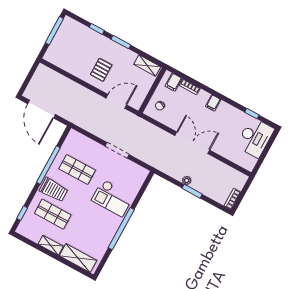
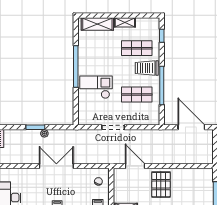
pallet: (101, 70) -> (161, 185), width x1.50, depth x1.42
door: (116, 101) -> (135, 166), swing flipped
double door: (192, 143) -> (56, 166), swing flipped

